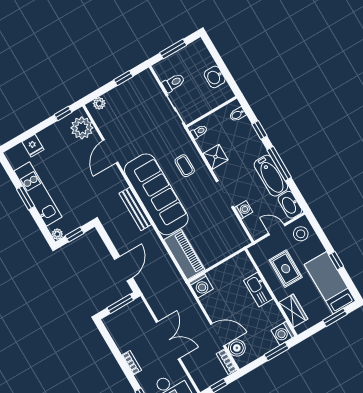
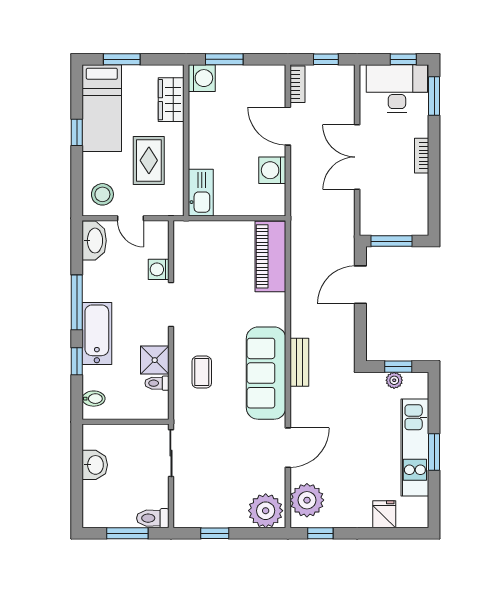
toilet: (174, 83) -> (153, 518), moved
plant: (99, 103) -> (266, 511), width x1.87, depth x1.87
toilet: (199, 132) -> (157, 383), moved
bathtub: (271, 176) -> (97, 333), moved
sofa: (156, 194) -> (266, 373), width x0.74, depth x0.79
bench: (135, 209) -> (299, 362), width x0.73
plant: (57, 234) -> (394, 380), moved
washing machine: (201, 286) -> (272, 170), moved, turned -90
kitchen sink: (258, 290) -> (201, 193), moved
boiler: (237, 348) -> (273, 94), removed

